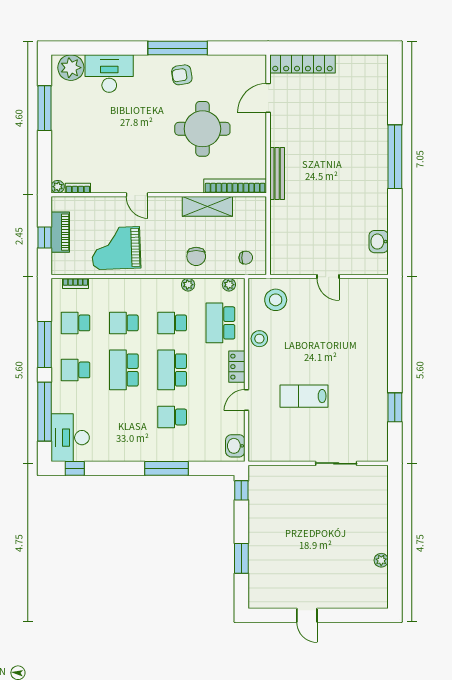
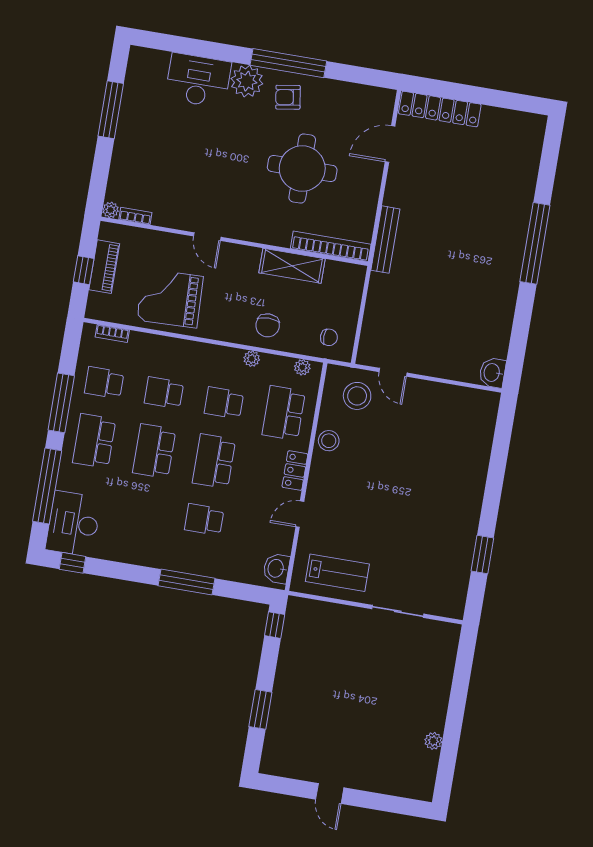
plant: (71, 68) -> (247, 81), moved
washbasin: (379, 242) -> (492, 373), moved
door: (328, 277) -> (393, 372), moved
school desk: (76, 370) -> (94, 441), width x1.85
lab bench: (304, 396) -> (337, 573), moved, turned 180

